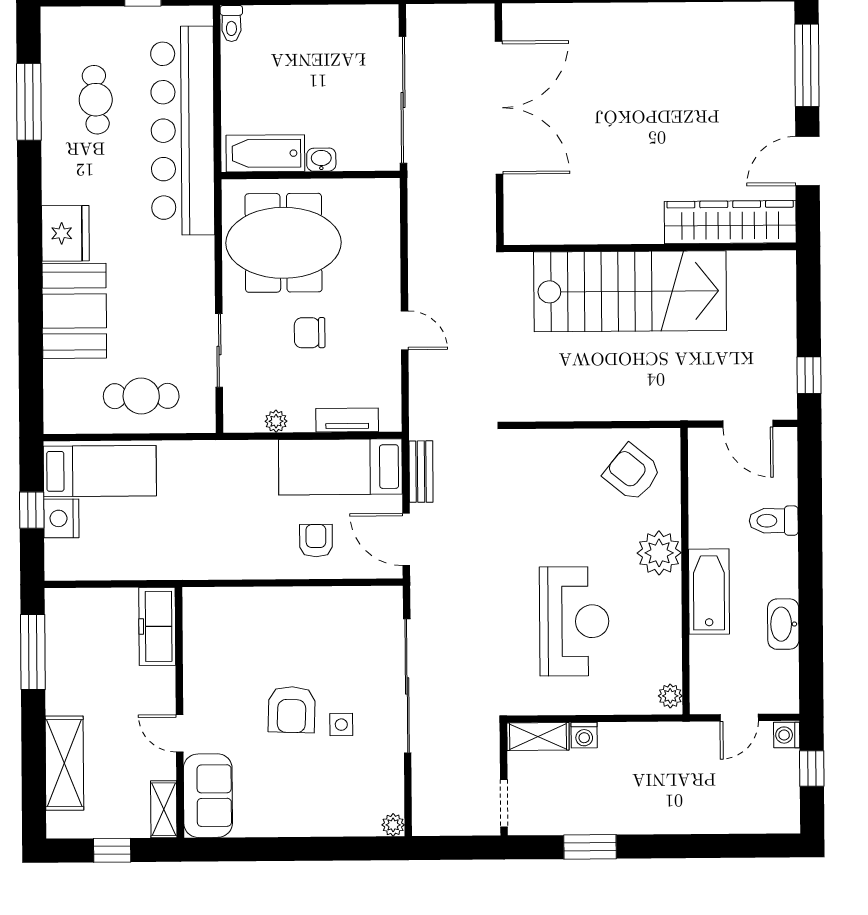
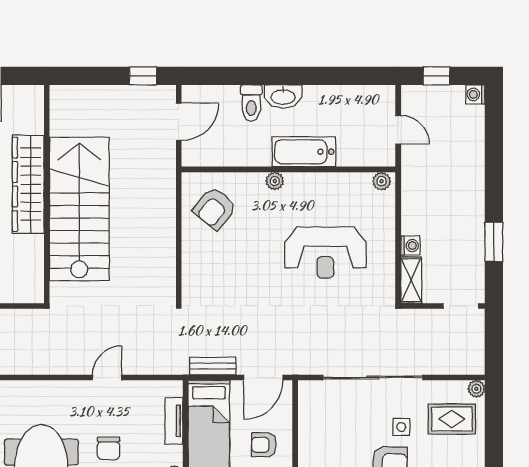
wardrobe: (730, 222) -> (28, 184), moved
plant: (659, 553) -> (275, 181), width x0.53, depth x0.53
reception desk: (574, 621) -> (325, 252), turned 180
washbasin: (783, 624) -> (283, 96), moved
washing machine: (787, 735) -> (475, 94), moved, turned 90
rug: (352, 792) -> (452, 419), added

